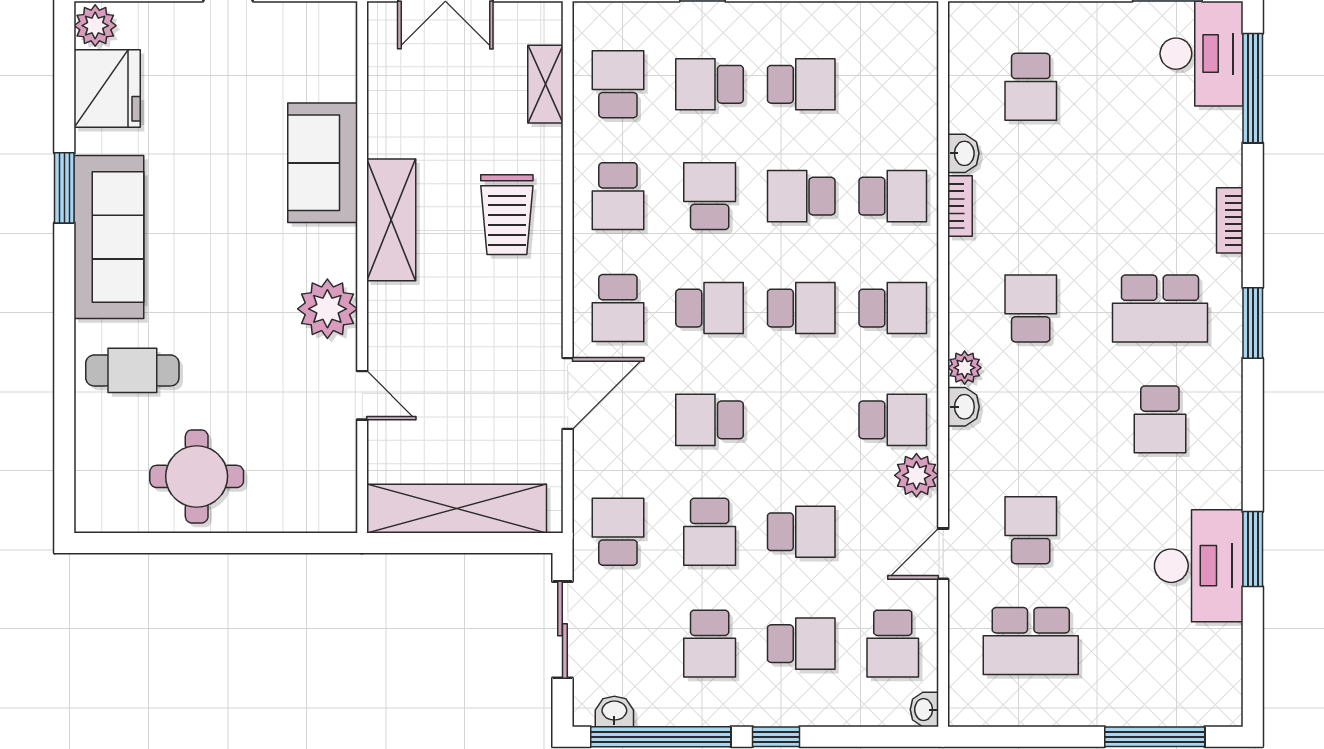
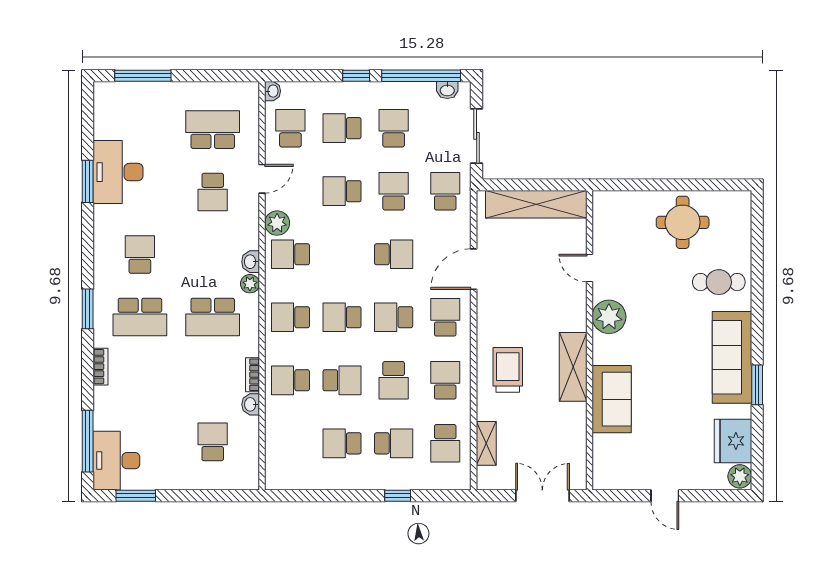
school desk: (1031, 309) -> (213, 317), width x1.85
school desk: (1160, 309) -> (140, 317), turned 180
school desk: (618, 532) -> (445, 191), turned 180

